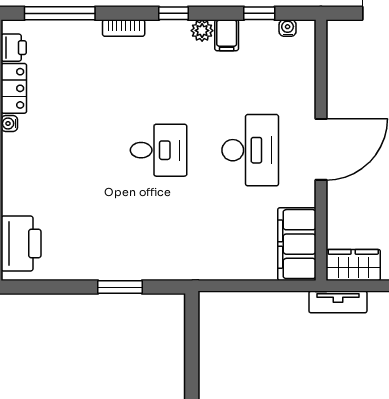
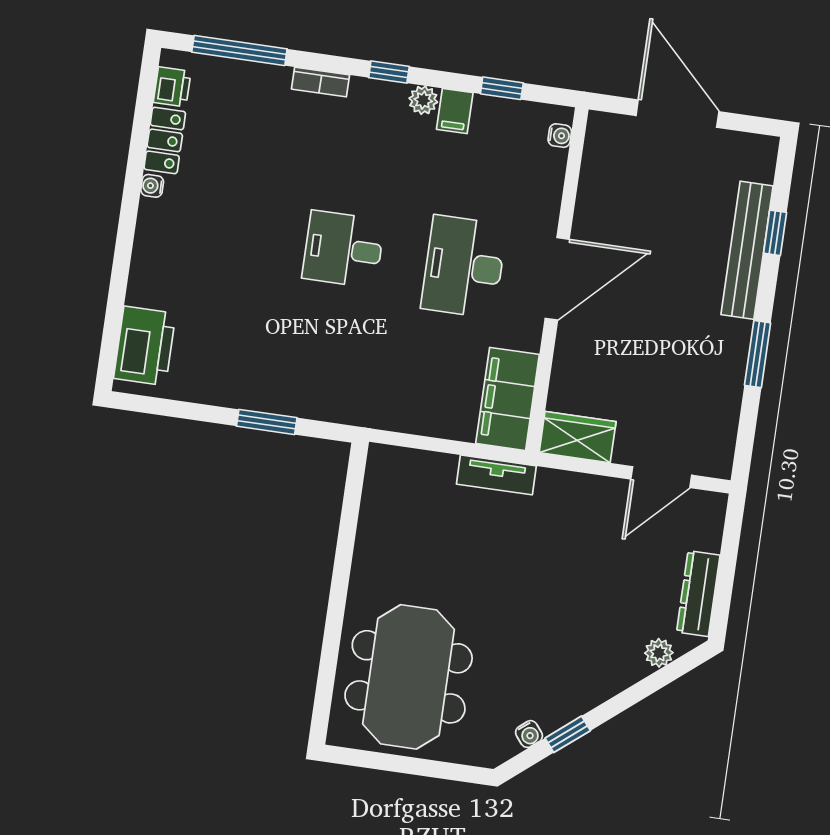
water cooler: (288, 28) -> (560, 136), moved, turned 90
desk: (159, 150) -> (343, 249), turned 180
desk: (250, 150) -> (464, 267), turned 180
tv unit: (338, 302) -> (496, 475), moved

